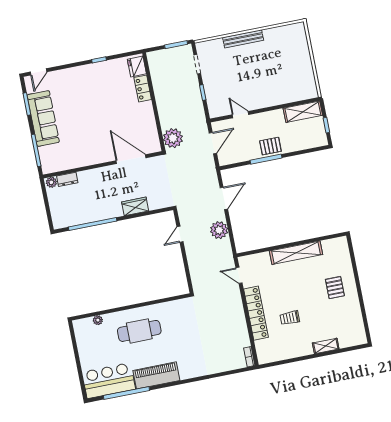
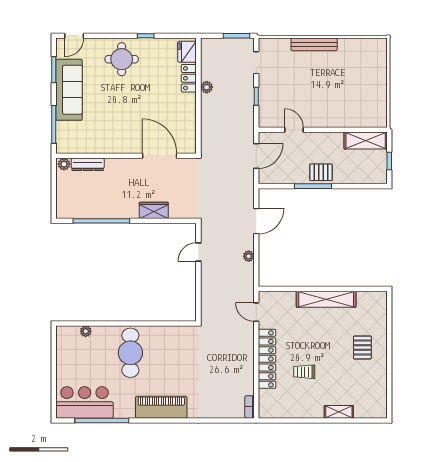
round table: (83, 84) -> (122, 59), added
plant: (173, 138) -> (207, 87), moved, width x0.53, depth x0.53
dresser: (67, 179) -> (88, 164), width x1.44
plant: (219, 230) -> (249, 256), width x0.53, depth x0.53
cafe table: (139, 331) -> (130, 353), turned 90
piano: (156, 375) -> (161, 407), moved

